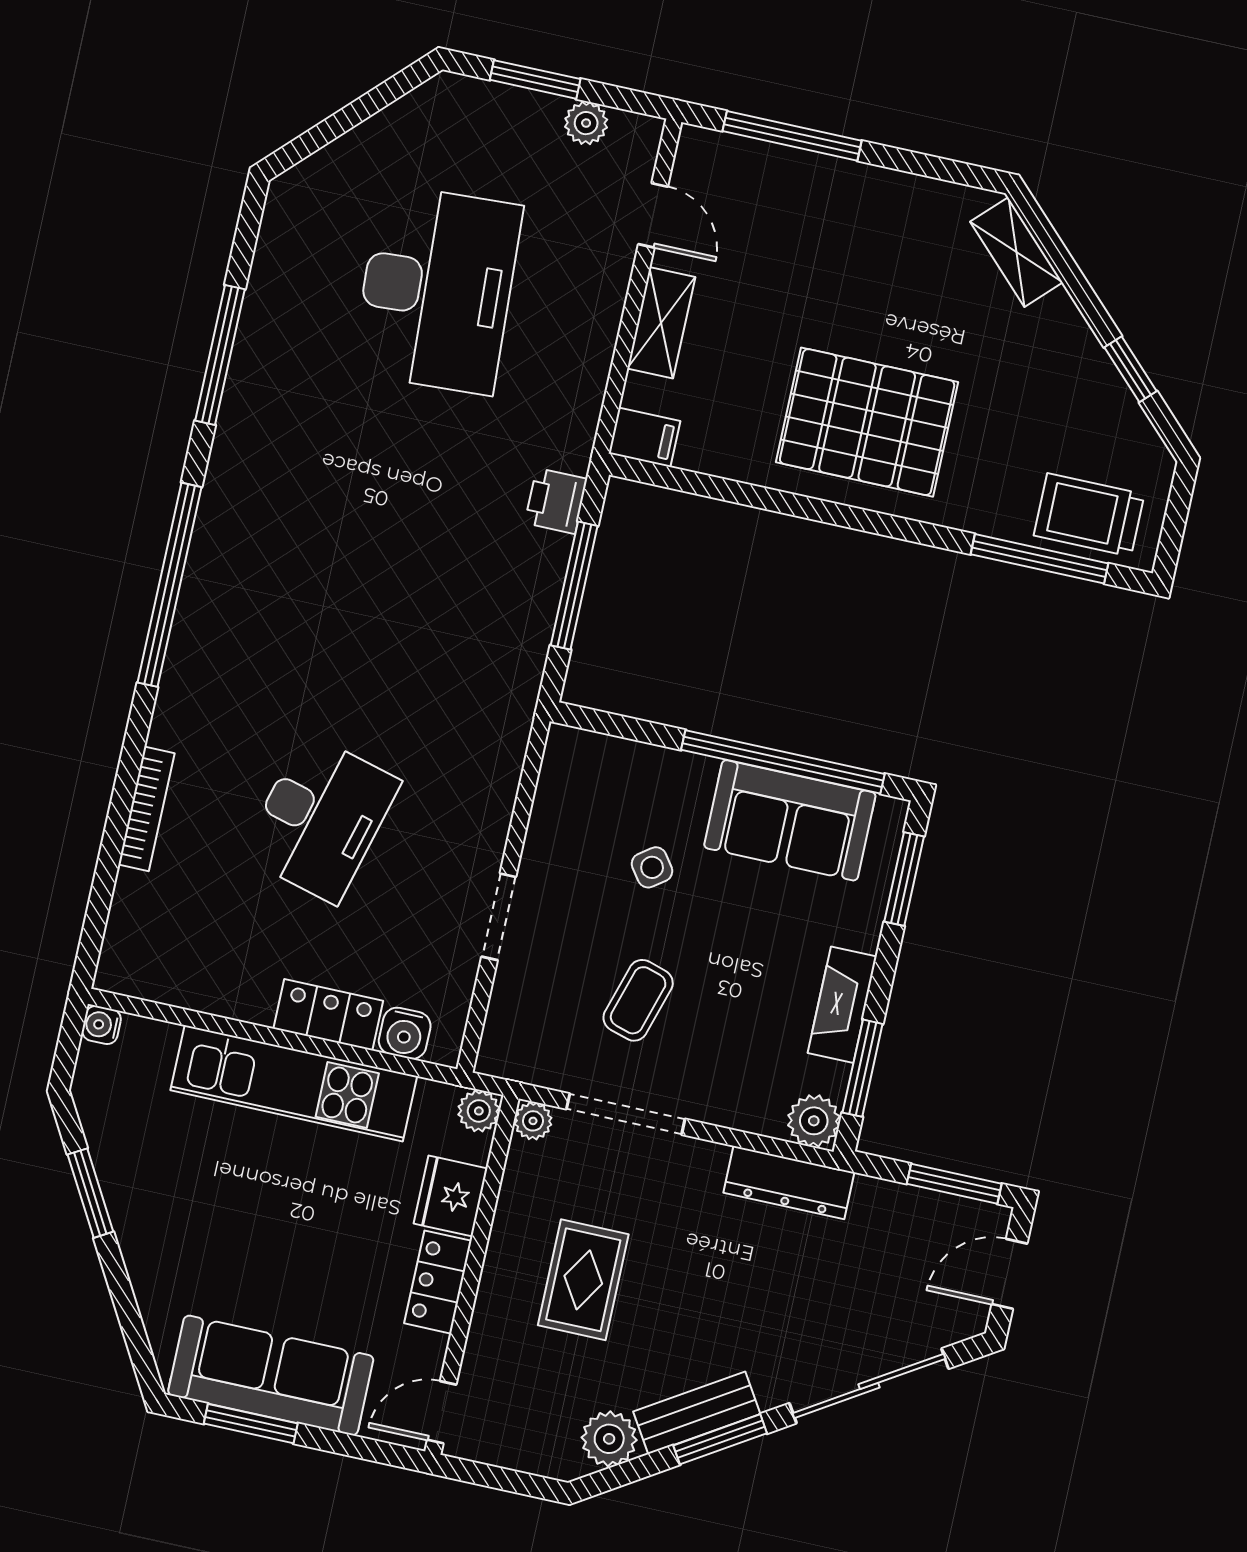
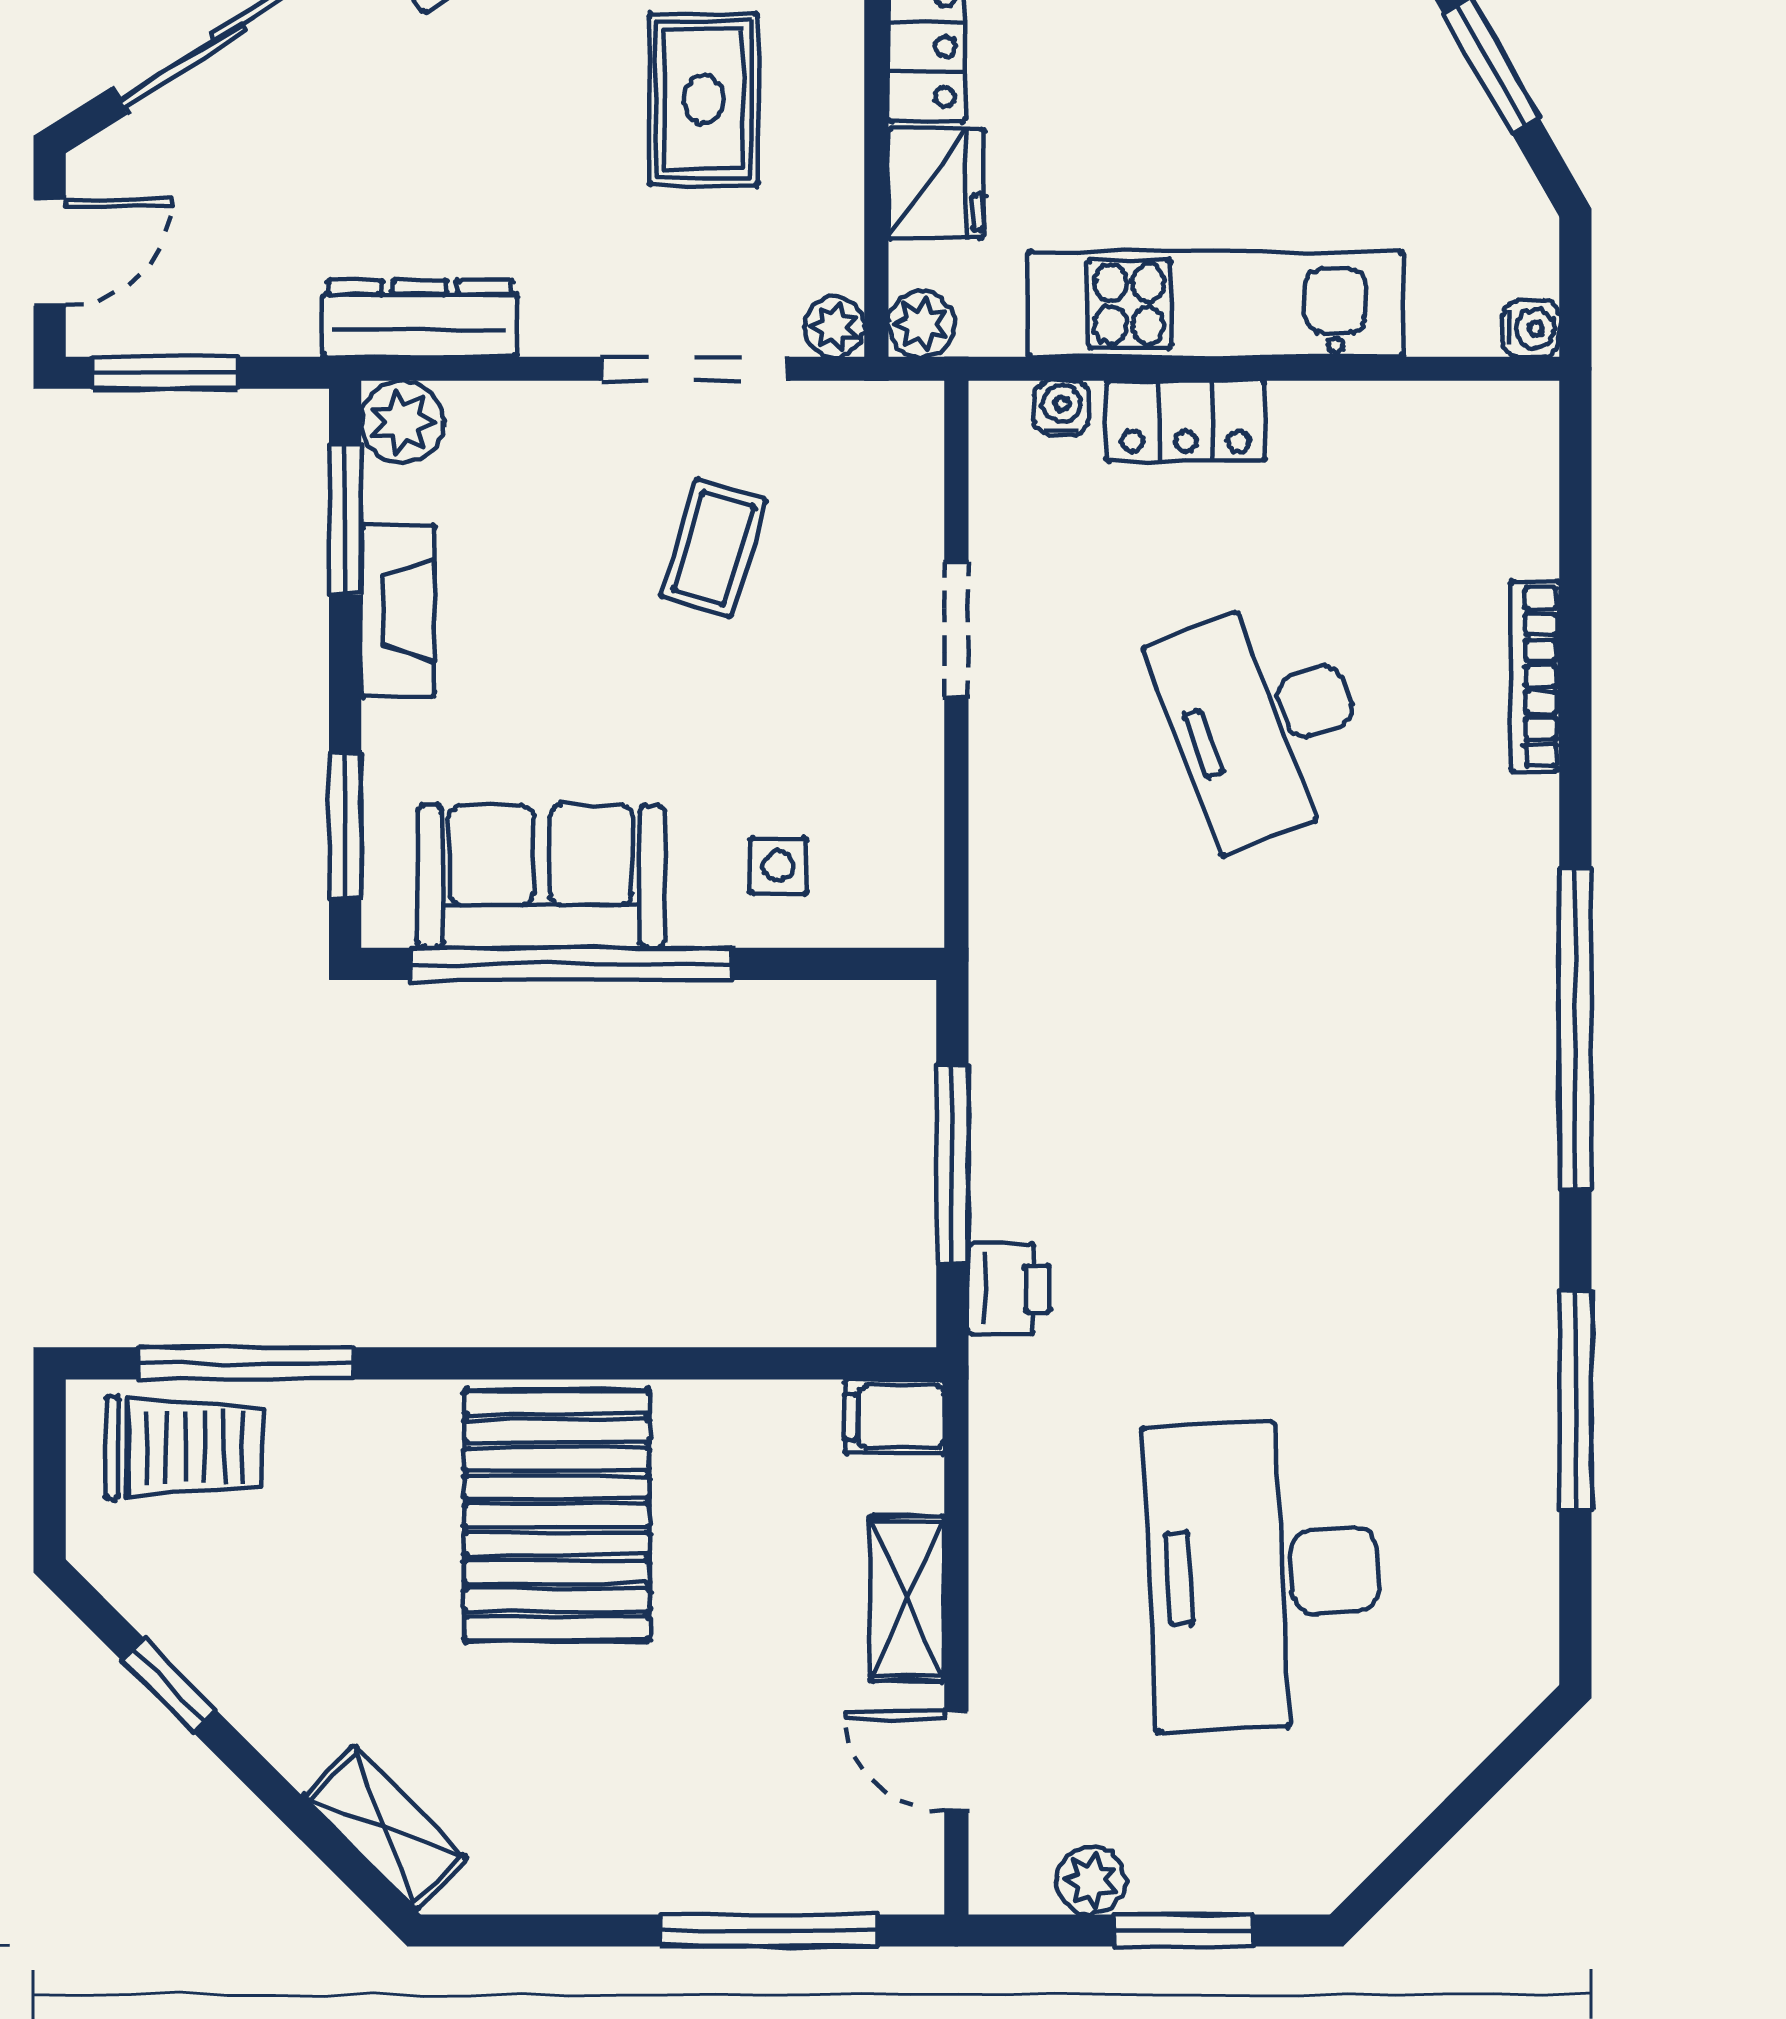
pallet: (867, 422) -> (557, 1515), turned 90
desk: (321, 818) -> (1264, 721), turned -36
side table: (652, 867) -> (779, 866), moved, turned 36
water cooler: (405, 1033) -> (1062, 408), width x0.72, depth x0.72

